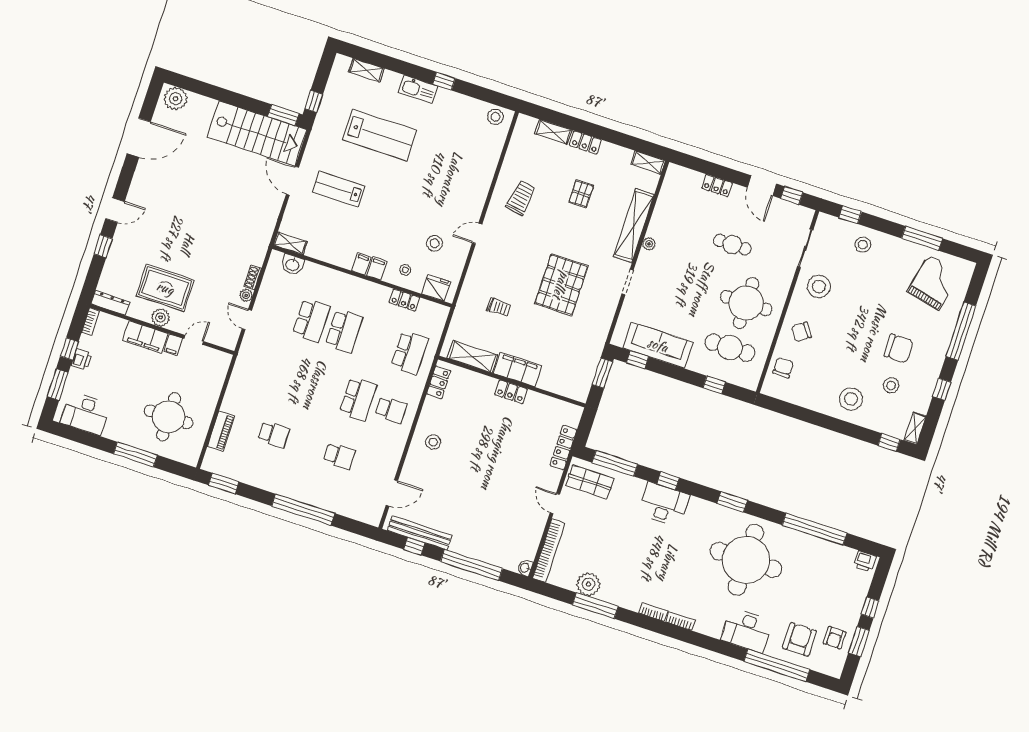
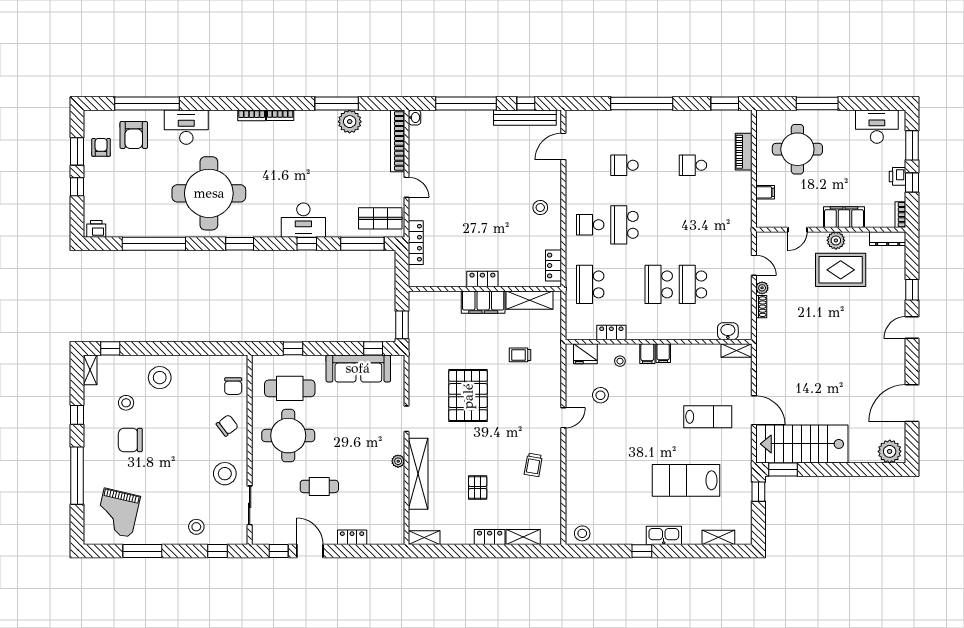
trolley: (521, 198) -> (533, 465), width x0.73, depth x0.72
filing cabinet: (173, 345) -> (765, 192), moved, turned 90

